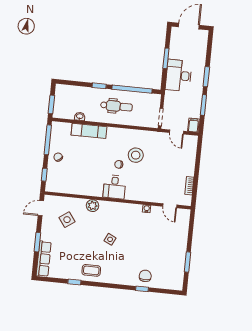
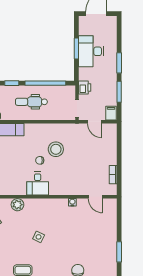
desk: (179, 75) -> (91, 51), moved
printer: (170, 97) -> (85, 88), added
dental chair: (116, 106) -> (31, 102), turned 180

